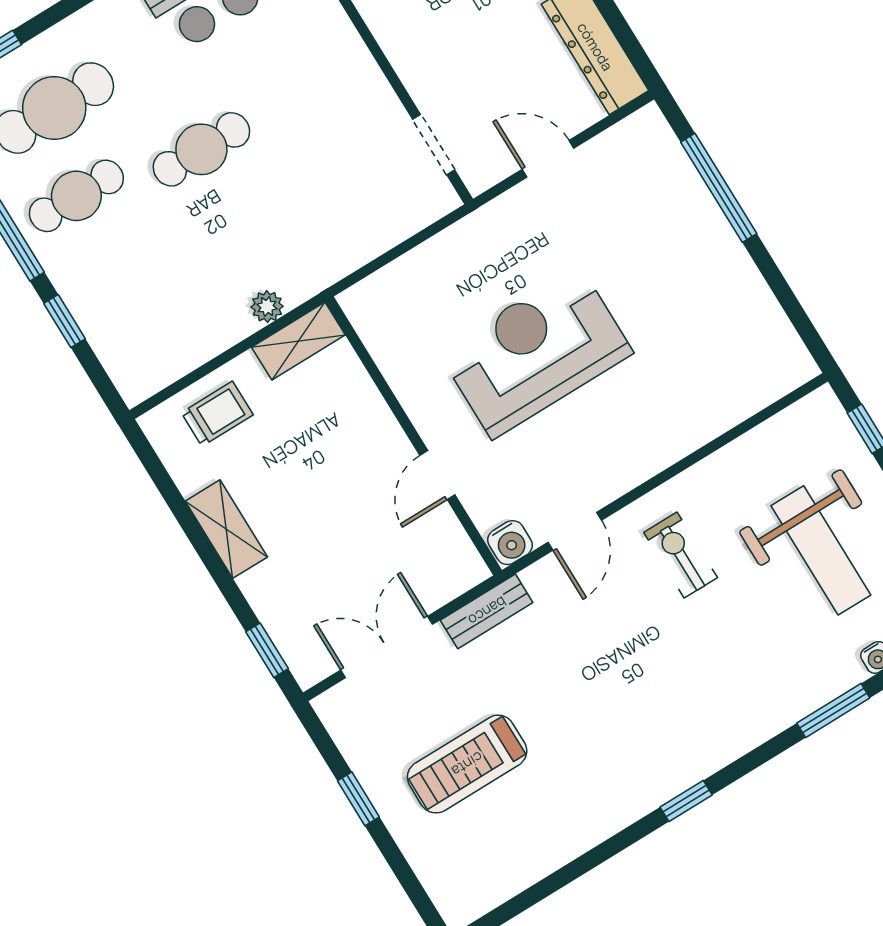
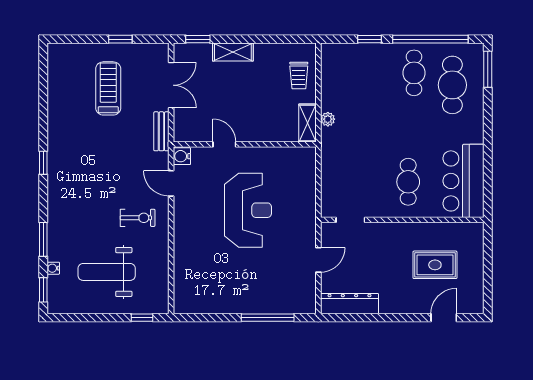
cafe table: (201, 149) -> (408, 182), moved
shelving: (226, 529) -> (233, 52), moved

